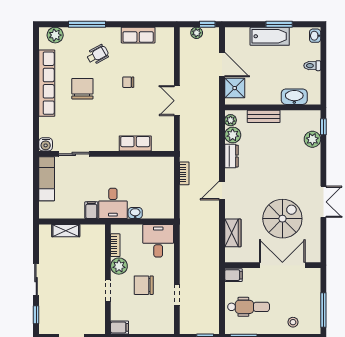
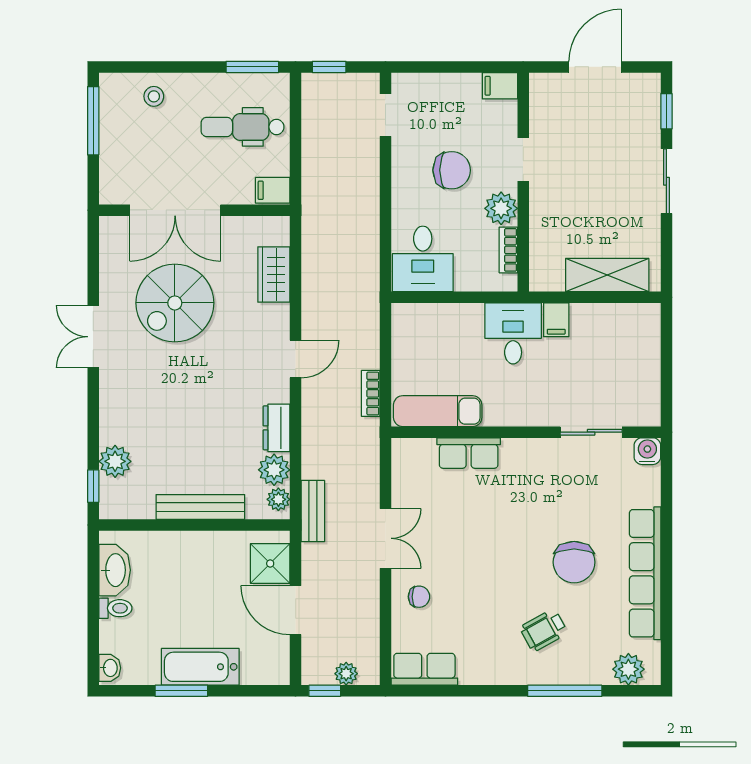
row of seats: (138, 35) -> (424, 669), moved
chair: (128, 82) -> (419, 597), moved
washbasin: (294, 97) -> (115, 570), moved, turned -90
bench: (213, 114) -> (313, 511), added
bench: (264, 116) -> (200, 507), width x1.36
exam couch: (47, 179) -> (438, 411), moved, turned 90
washbasin: (135, 213) -> (469, 314), removed
shelving: (66, 231) -> (607, 275), width x1.50, depth x1.33
doorway: (177, 295) -> (385, 115), moved

